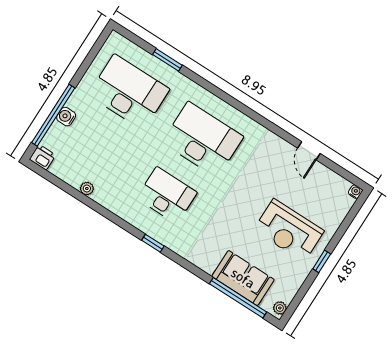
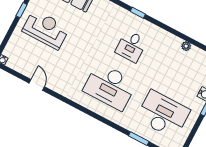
desk: (129, 92) -> (163, 114), turned 180
desk: (167, 195) -> (131, 46), width x0.73

